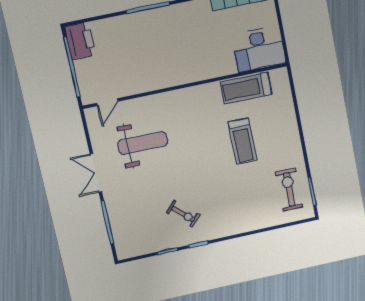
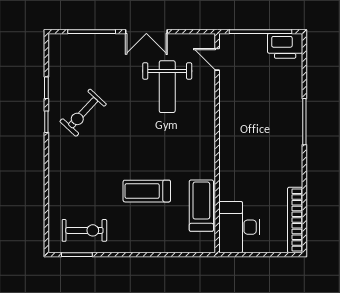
double door: (96, 173) -> (146, 32), swing flipped
exercise bike: (183, 214) -> (83, 113), width x1.38, depth x1.39

